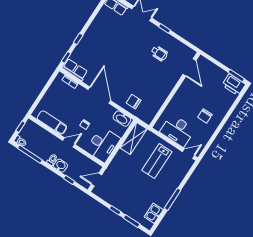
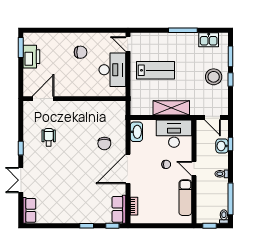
printer: (234, 85) -> (31, 57), moved
chair: (134, 102) -> (104, 144), moved
shelving: (133, 138) -> (171, 108), moved
washbasin: (60, 166) -> (222, 146), moved
stool: (125, 199) -> (214, 77), added

